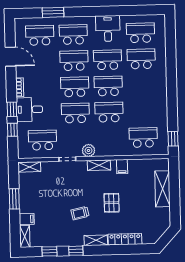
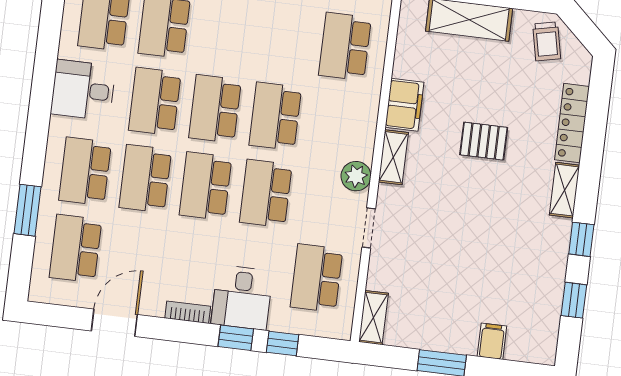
filing cabinet: (122, 167) -> (404, 105), width x2.00
trolley: (80, 213) -> (547, 41), moved
shelving: (25, 236) -> (531, 352), removed

